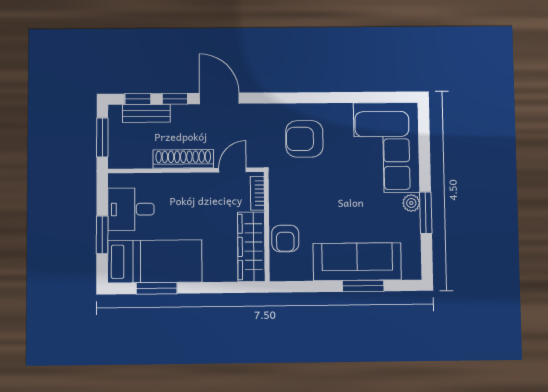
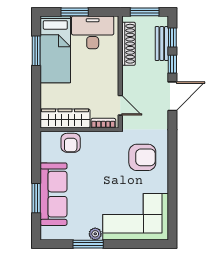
armchair: (304, 139) -> (142, 157), turned 90
shoe rack: (183, 159) -> (129, 44), moved
desk: (131, 209) -> (93, 32), width x1.37
armchair: (285, 238) -> (71, 143), turned -90

